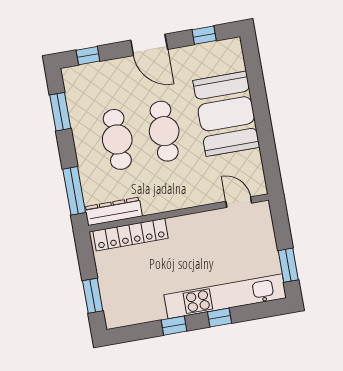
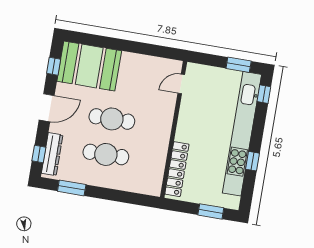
booth: (226, 114) -> (89, 66), moved
window: (74, 191) -> (131, 198), removed
dresser: (114, 211) -> (52, 154), moved, turned 180
kitchen unit: (225, 296) -> (242, 134), width x1.36
window: (220, 318) -> (264, 94), moved

